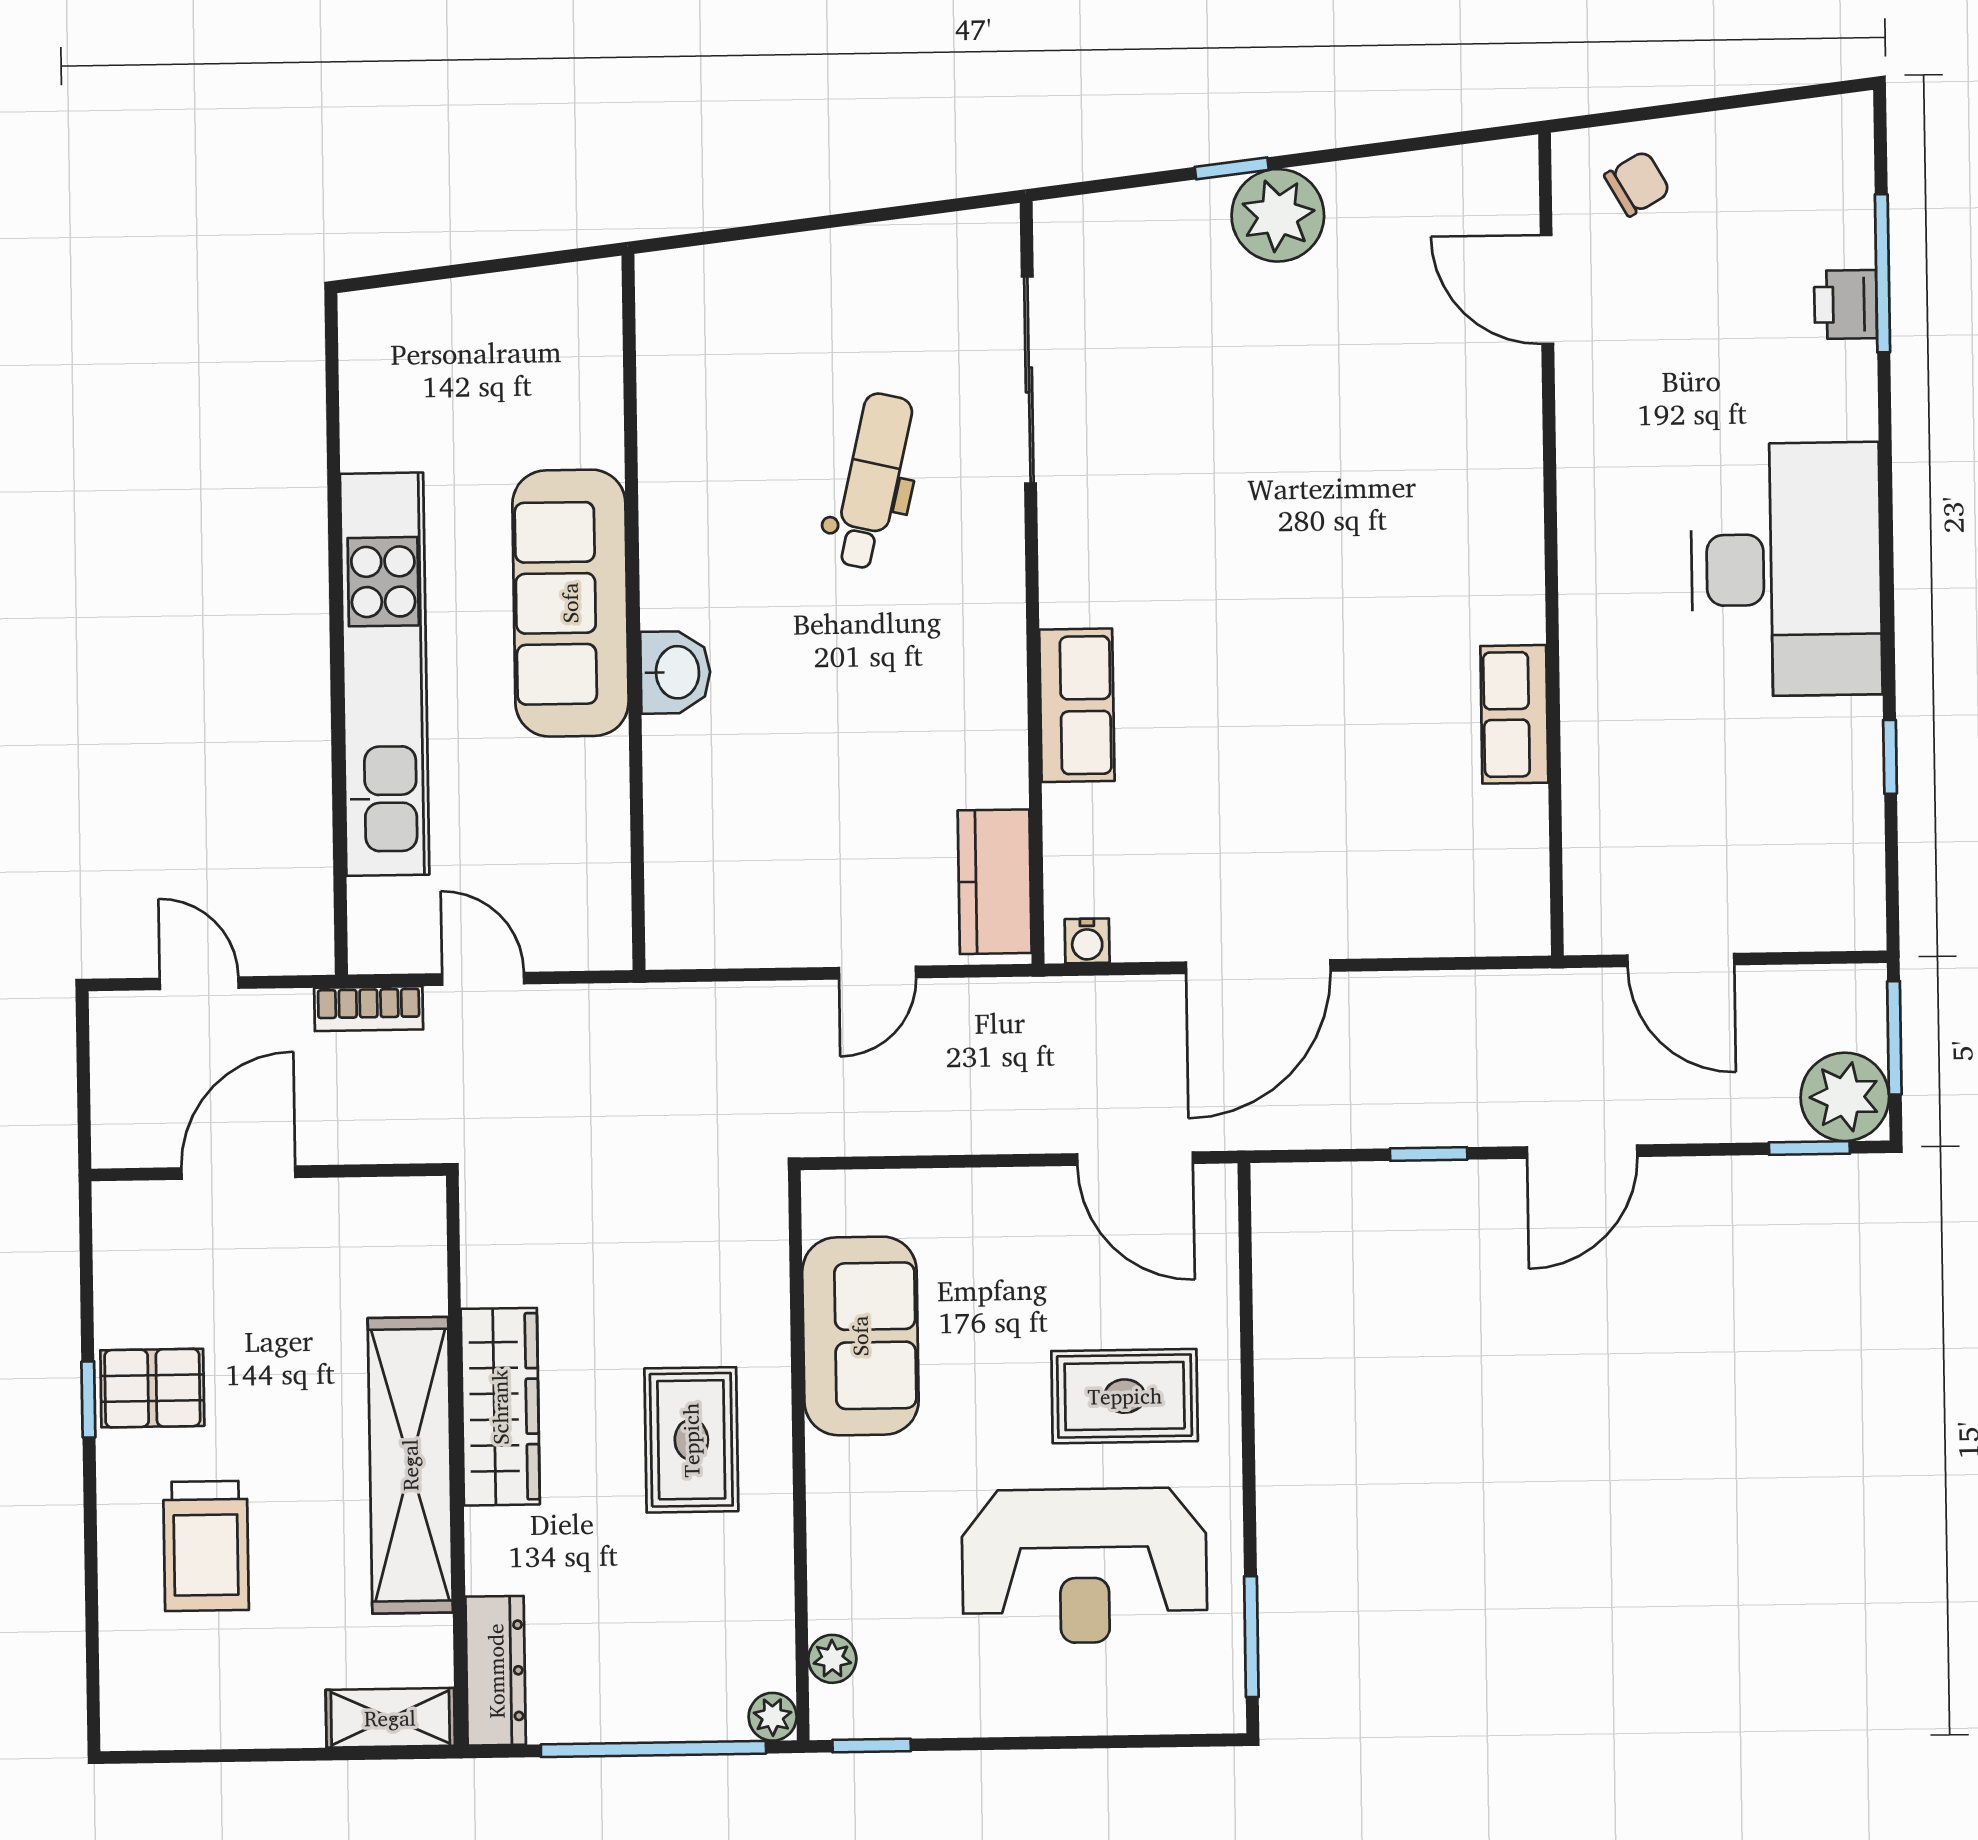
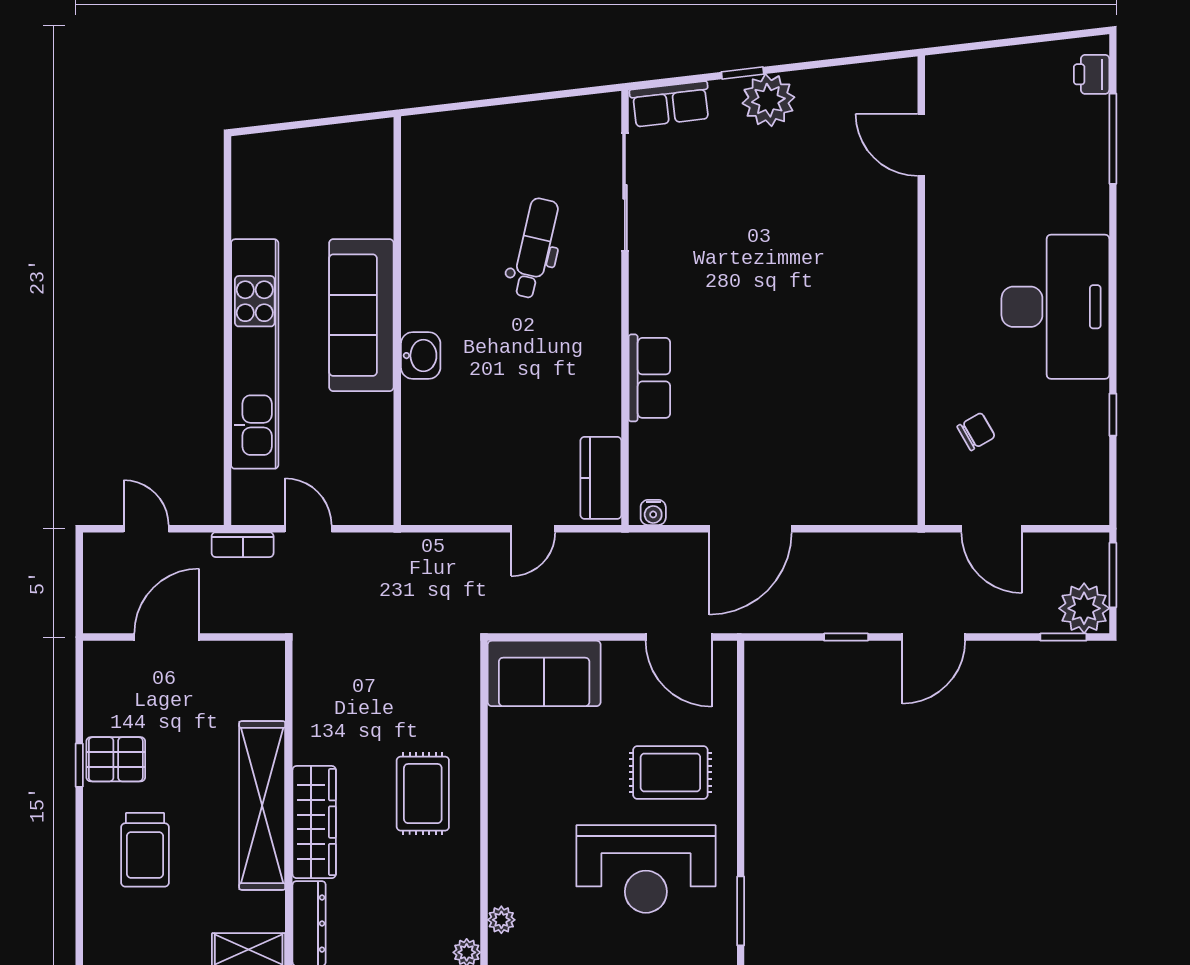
chair: (1637, 183) -> (976, 432), moved
printer: (1846, 304) -> (1092, 74), moved
row of seats: (1514, 714) -> (670, 104), moved, turned -97
sofa: (860, 1336) -> (544, 673), moved, turned 90
wardrobe: (500, 1407) -> (314, 822), moved

